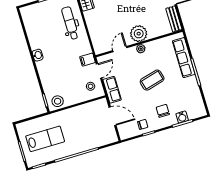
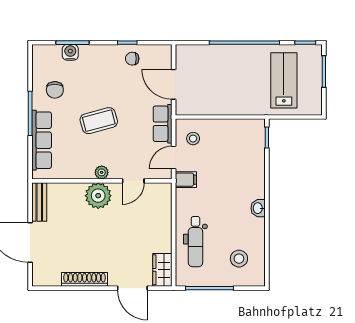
stool: (58, 101) -> (239, 259), moved
chair: (163, 111) -> (55, 90), moved
lab bench: (45, 139) -> (284, 80), turned 90

